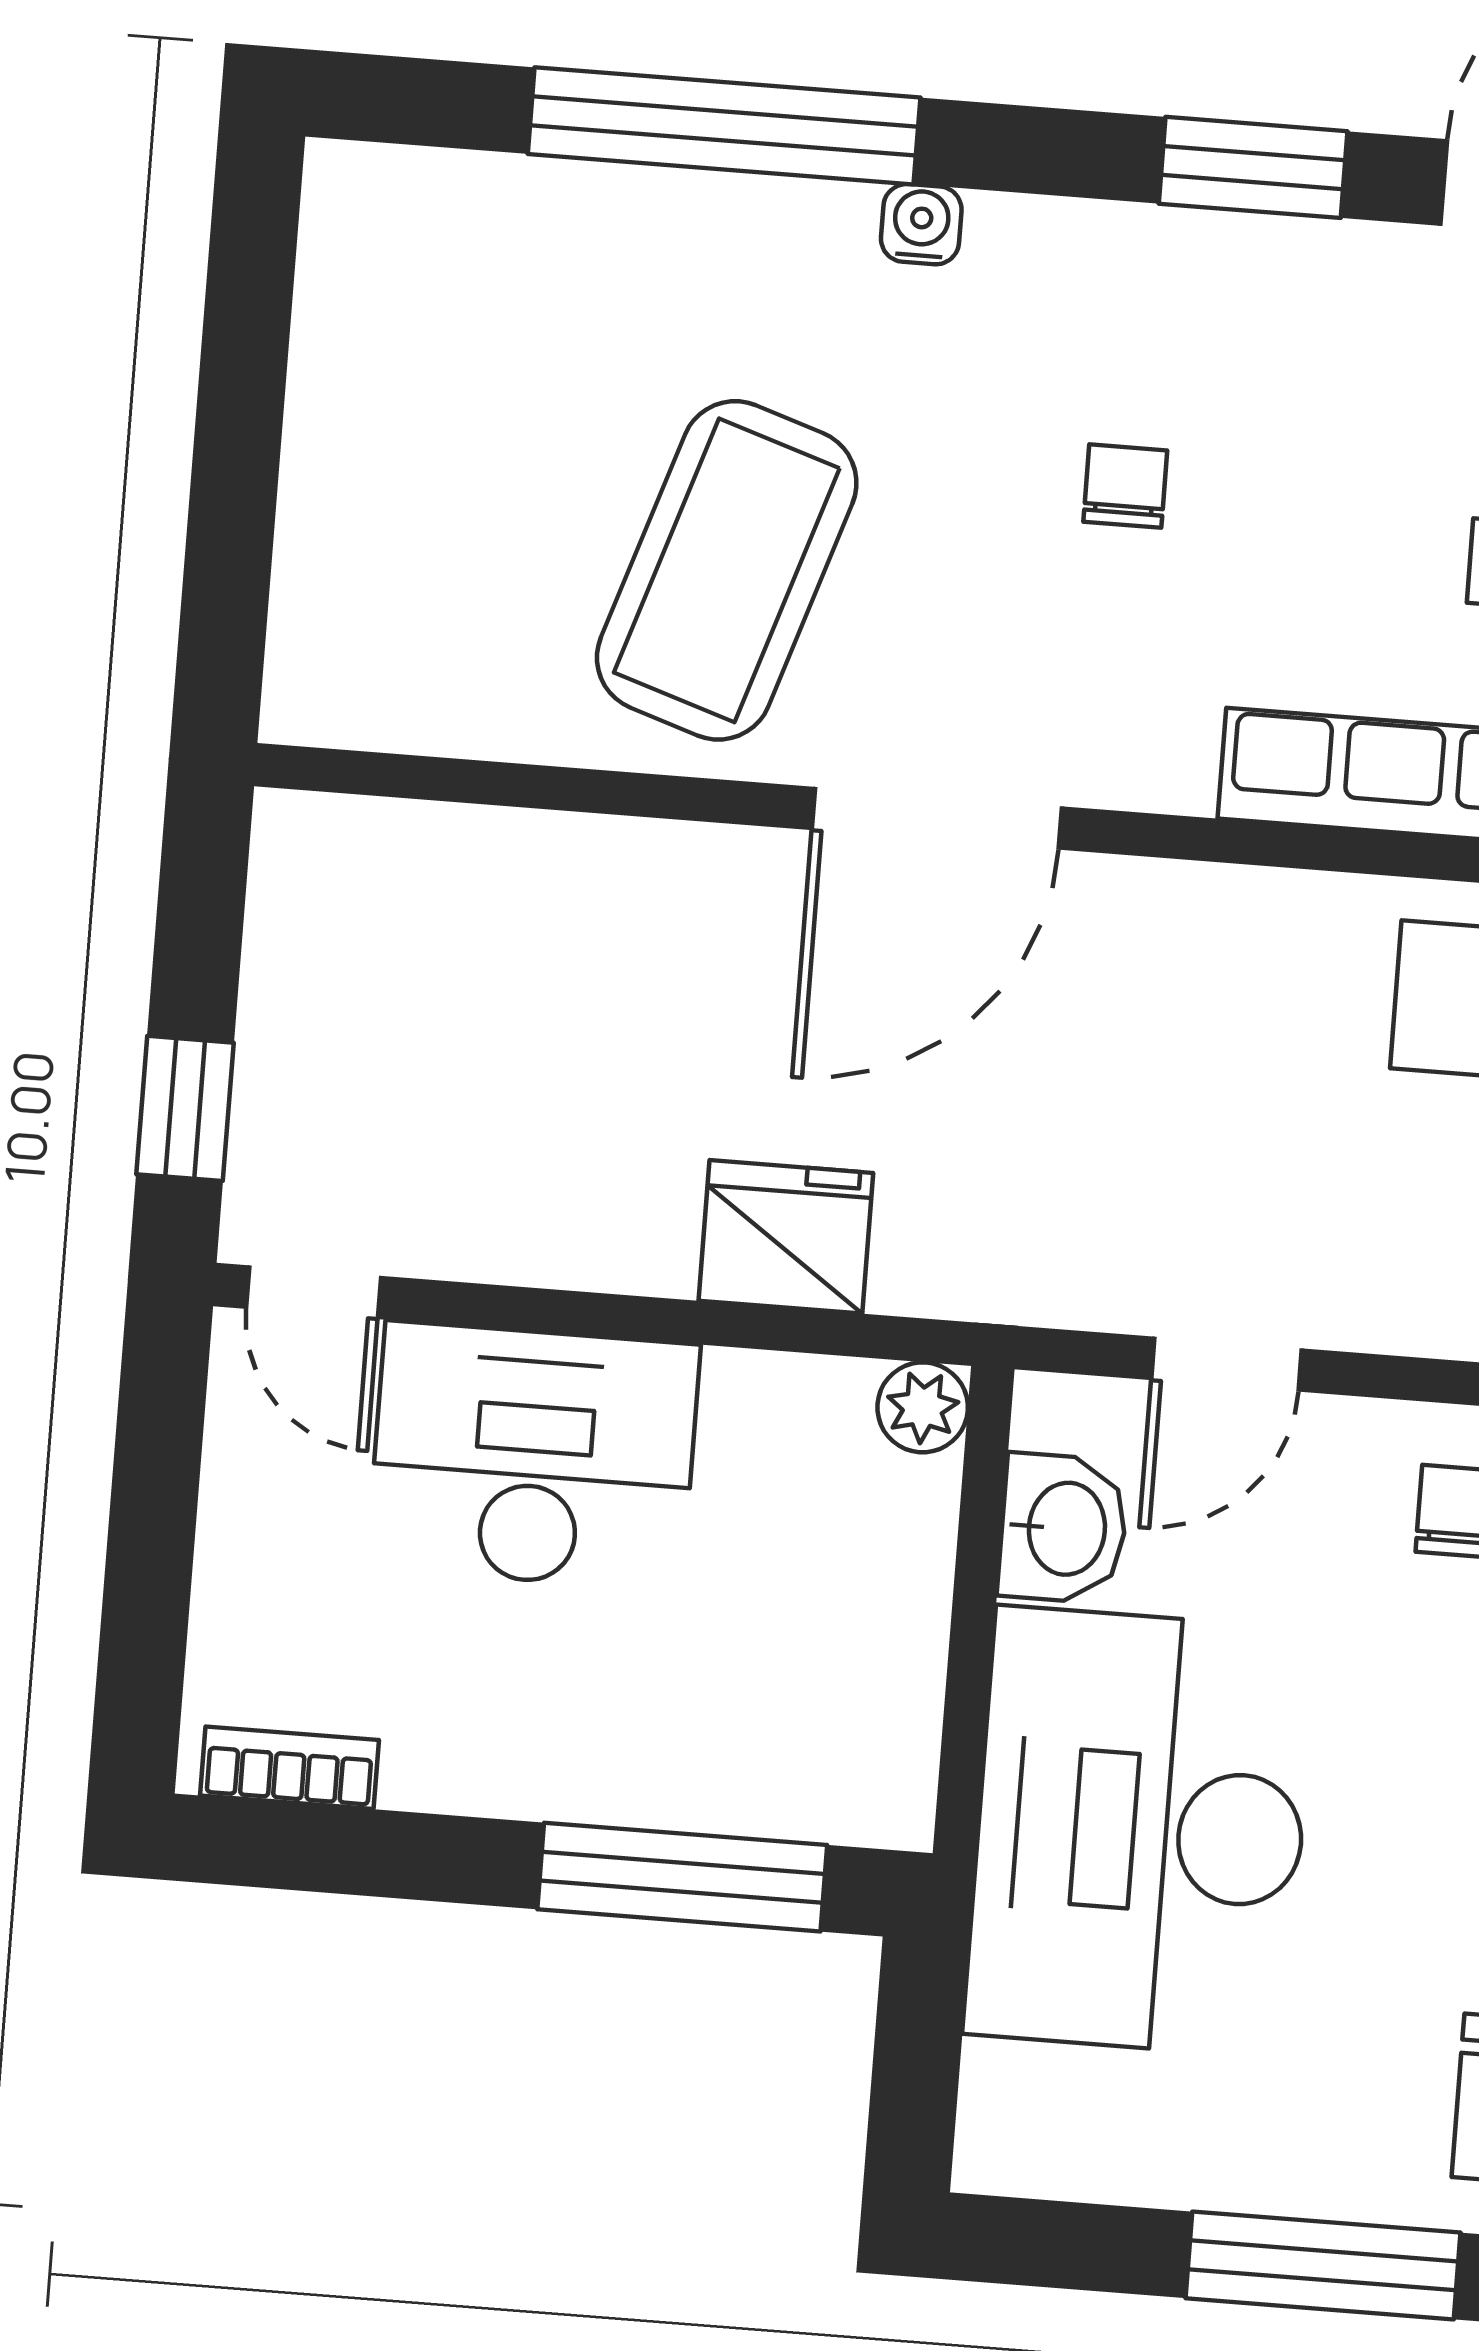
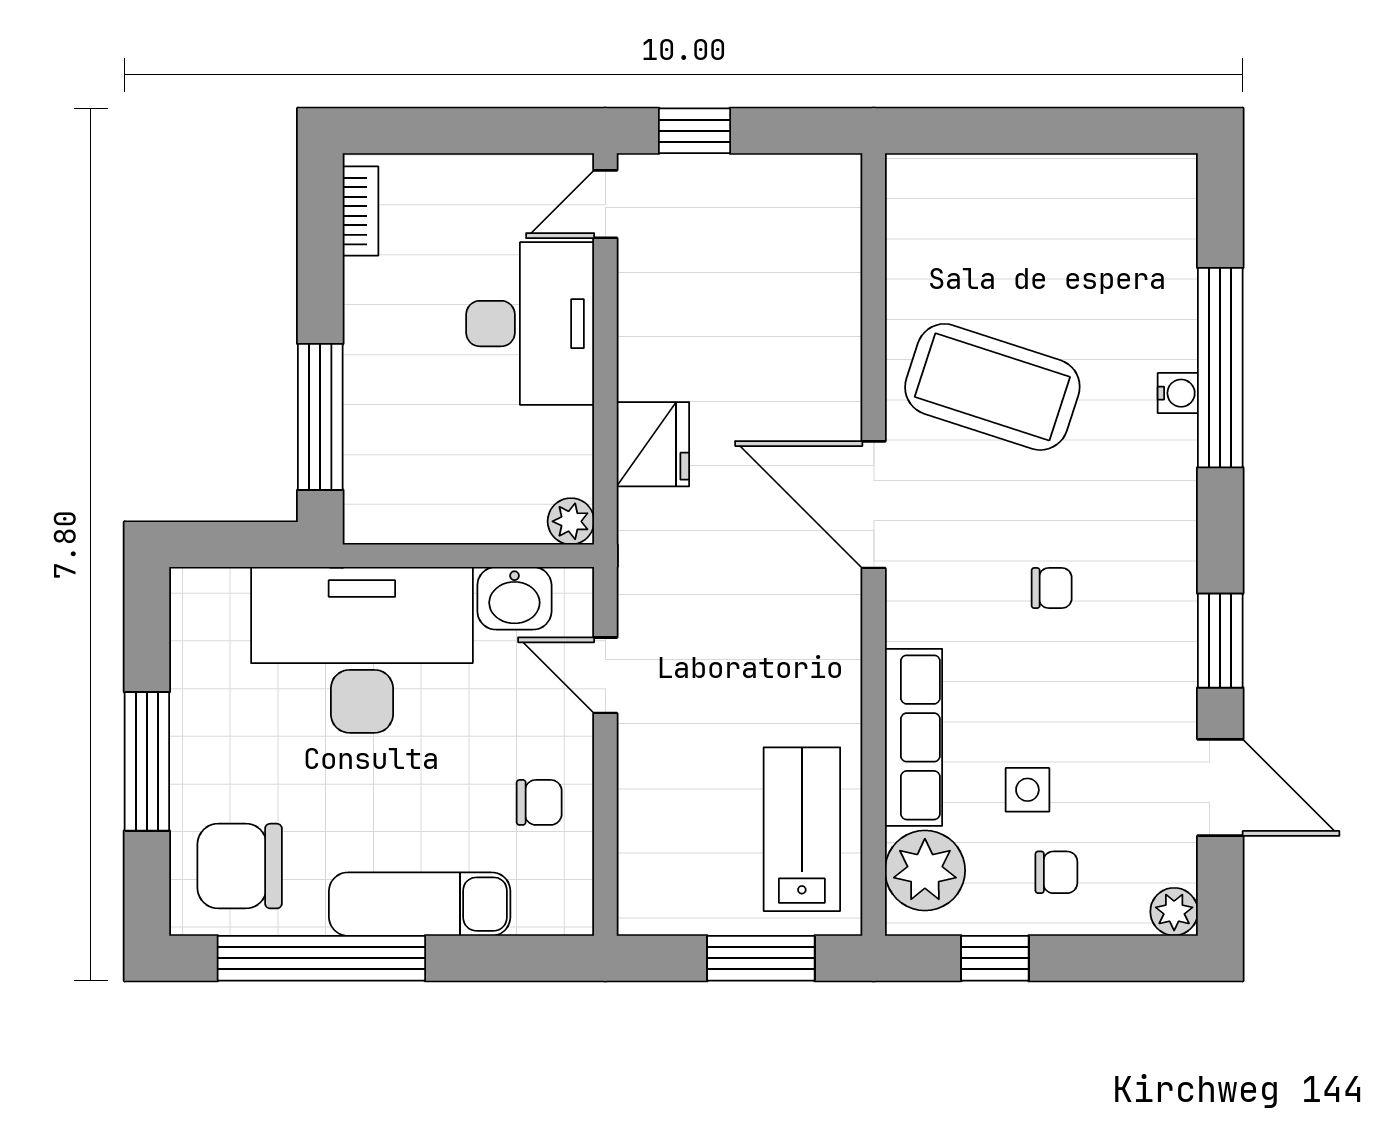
water cooler: (921, 224) -> (1178, 393), moved

